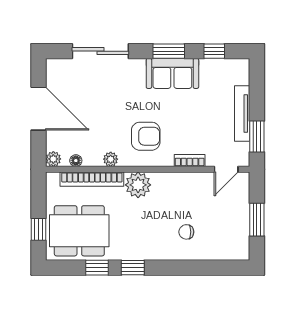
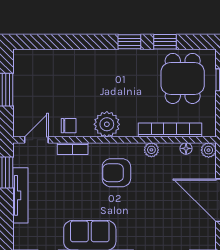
plant: (138, 185) -> (107, 124), moved
dining table: (79, 231) -> (183, 78), width x0.73
chair: (186, 232) -> (69, 126), moved

